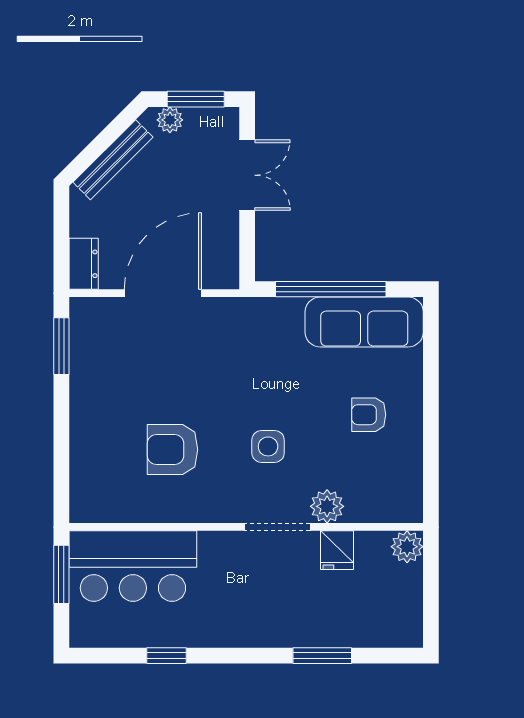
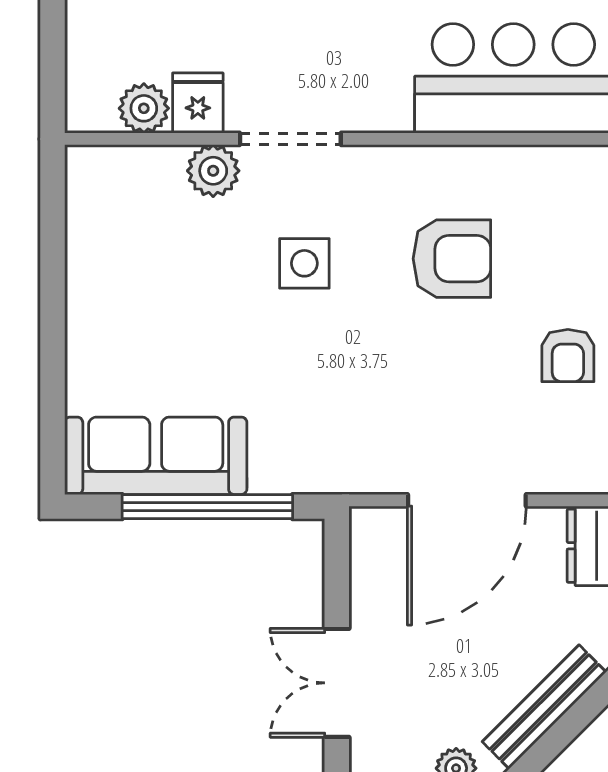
armchair: (369, 415) -> (568, 356), moved, turned 90
plant: (407, 547) -> (144, 108), moved

